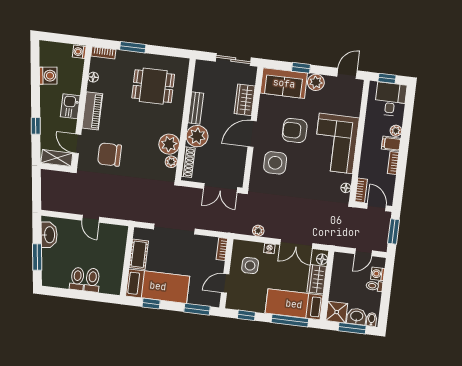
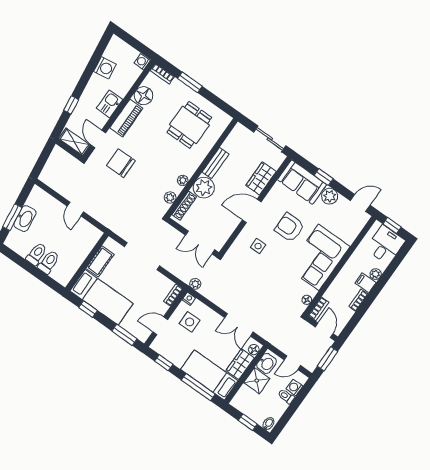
floor lamp: (93, 77) -> (144, 96), width x1.89, depth x1.89
dining table: (153, 86) -> (189, 125), turned 90
plant: (169, 144) -> (183, 180), width x0.53, depth x0.53
side table: (275, 163) -> (258, 246), width x0.54, depth x0.54
plant: (258, 231) -> (195, 284), moved
washbasin: (49, 235) -> (25, 219), moved
nightstand: (269, 248) -> (189, 299), moved
shower: (337, 312) -> (257, 381), moved
washbasin: (357, 316) -> (267, 363), moved, turned 90
window: (352, 328) -> (248, 422), width x0.67

